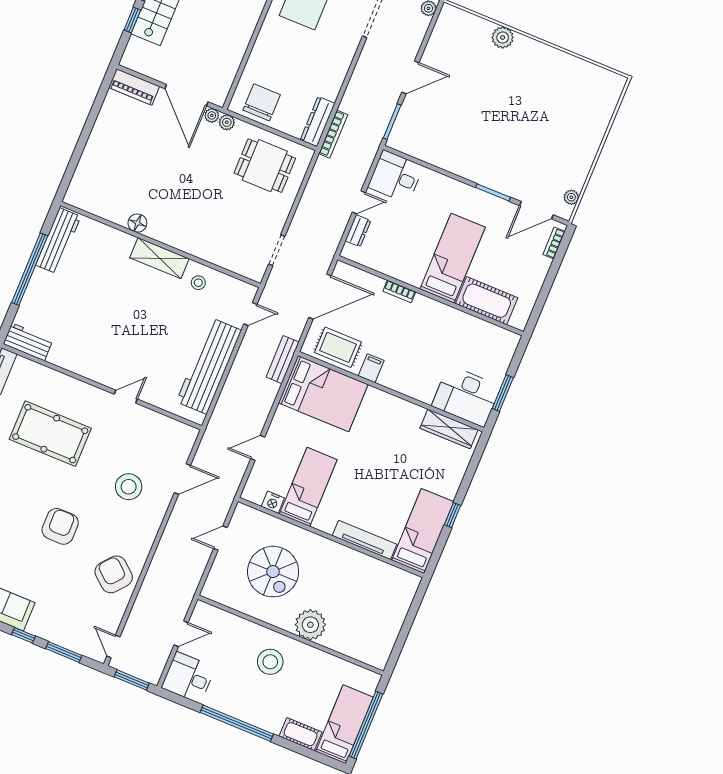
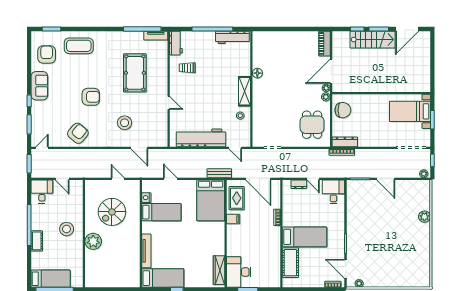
trolley: (79, 340) -> (187, 68), added
cot: (301, 734) -> (37, 241), moved

